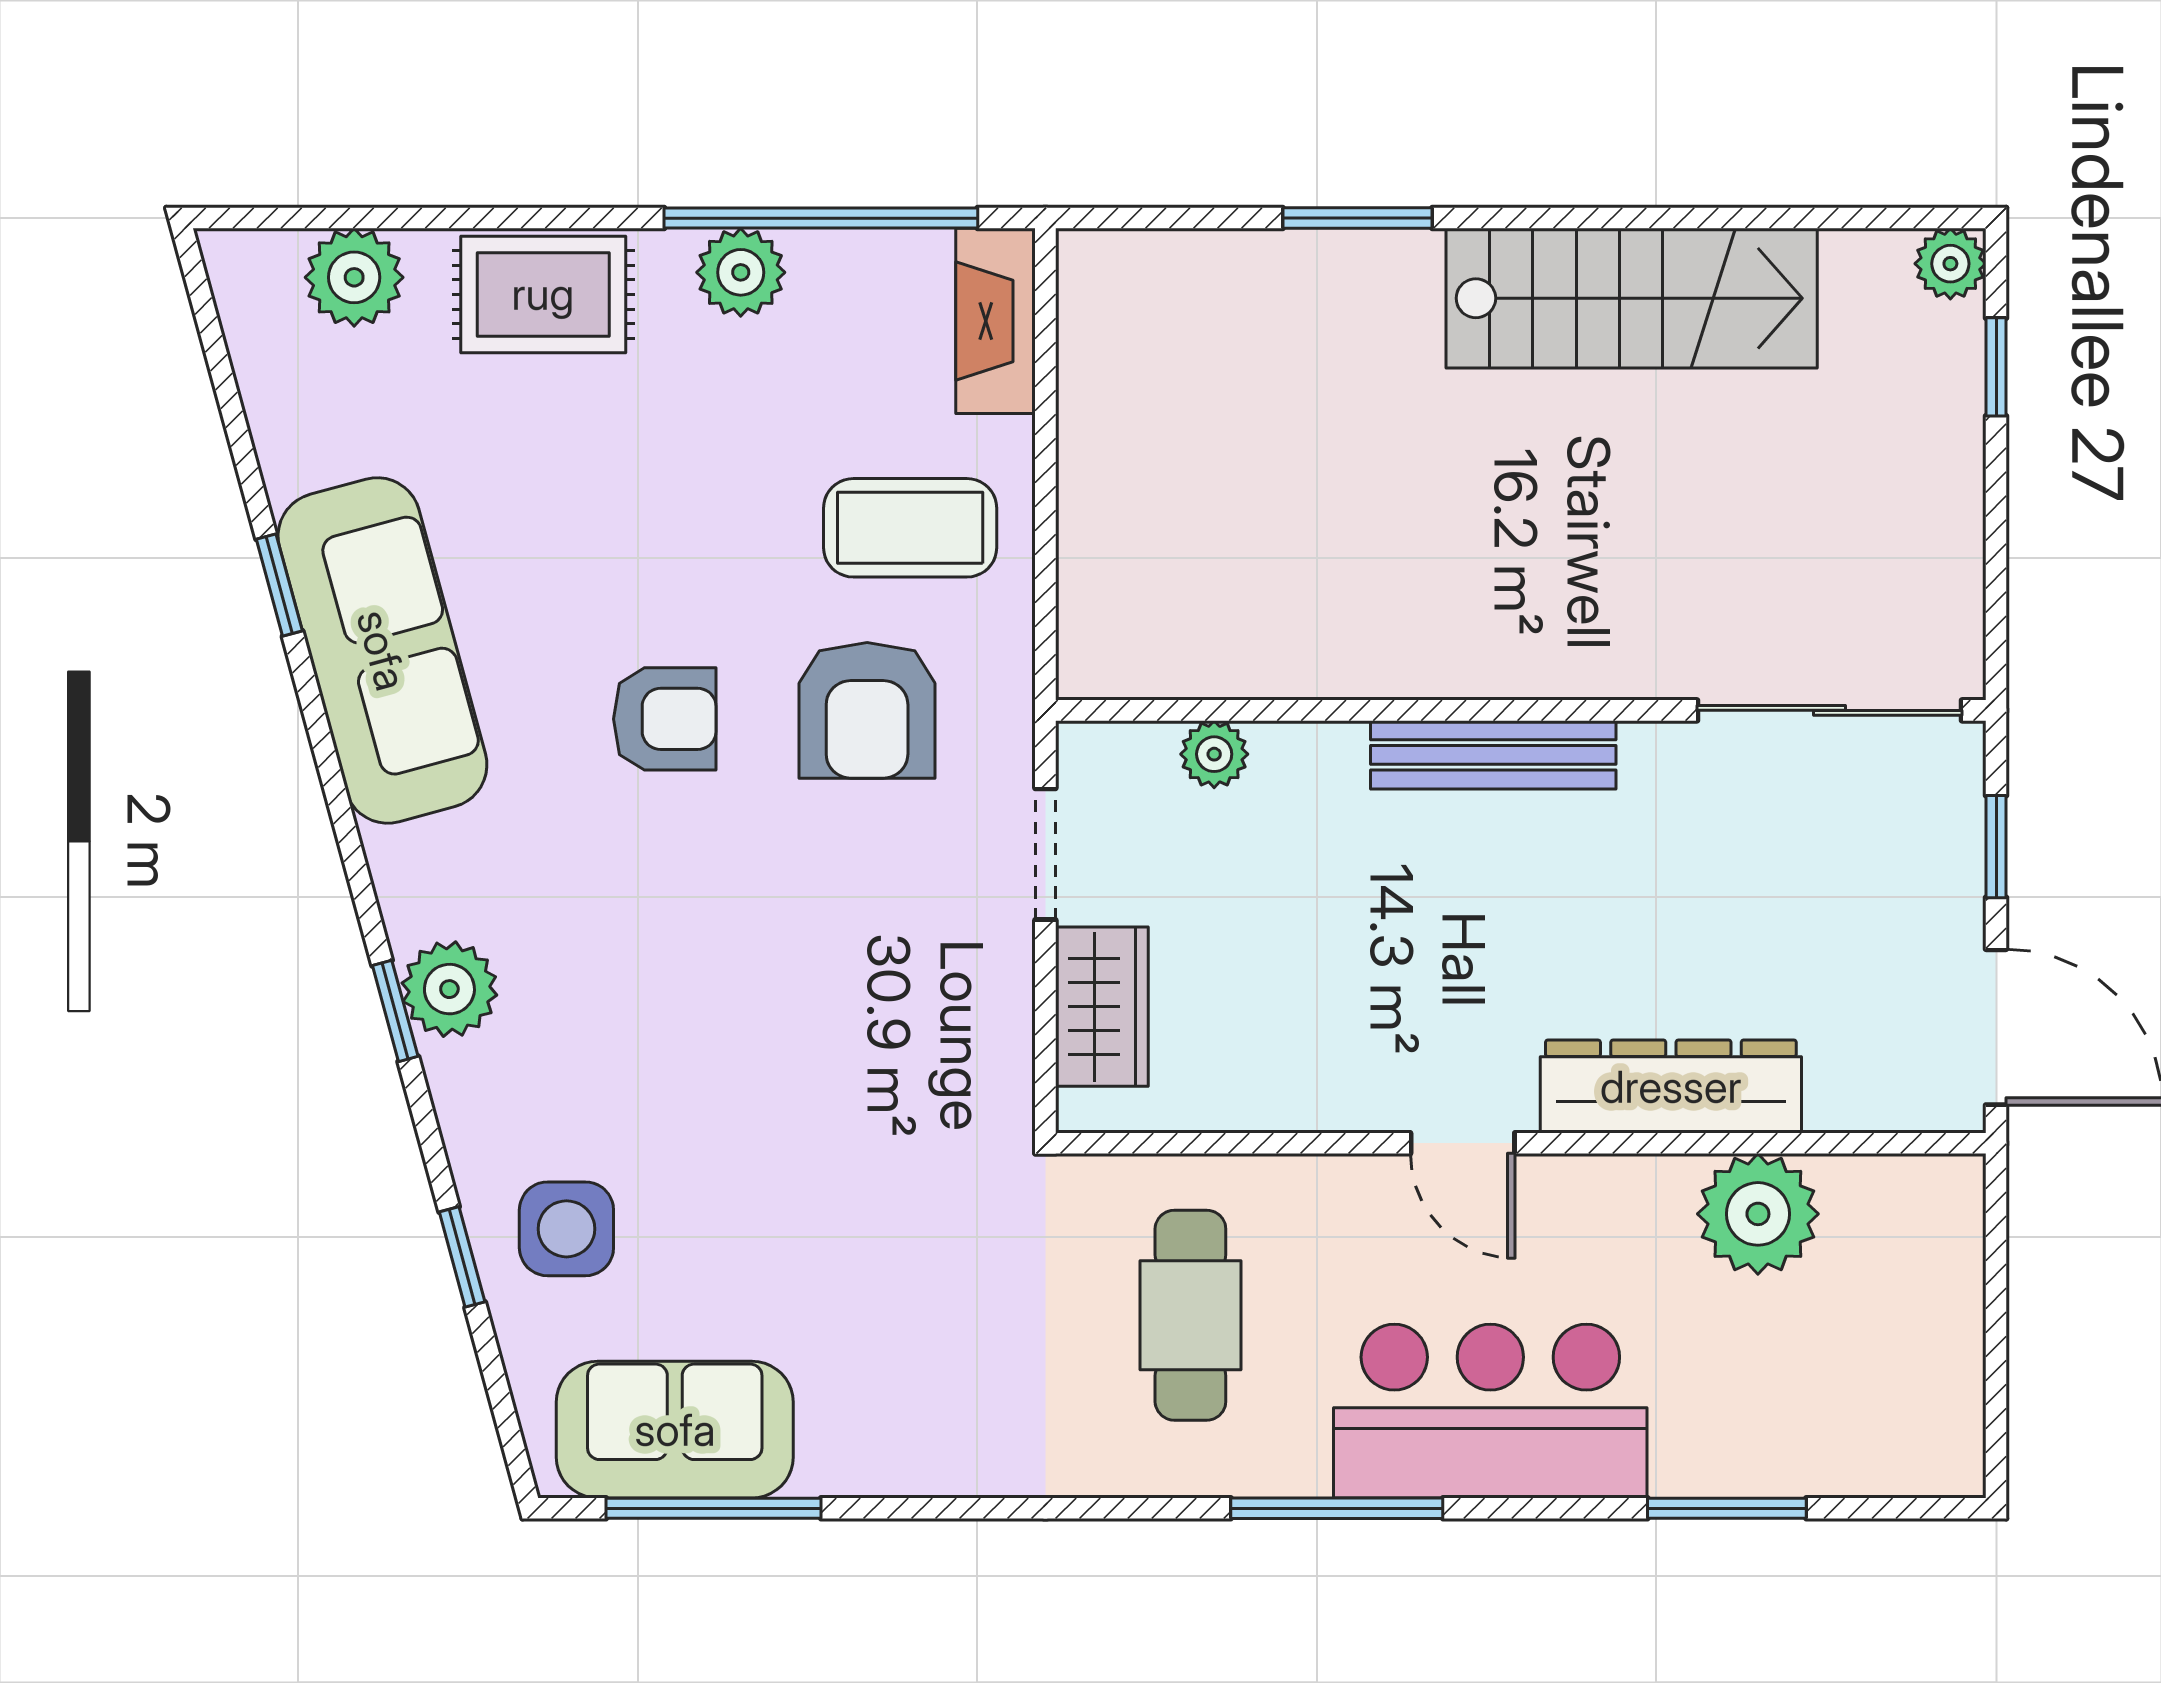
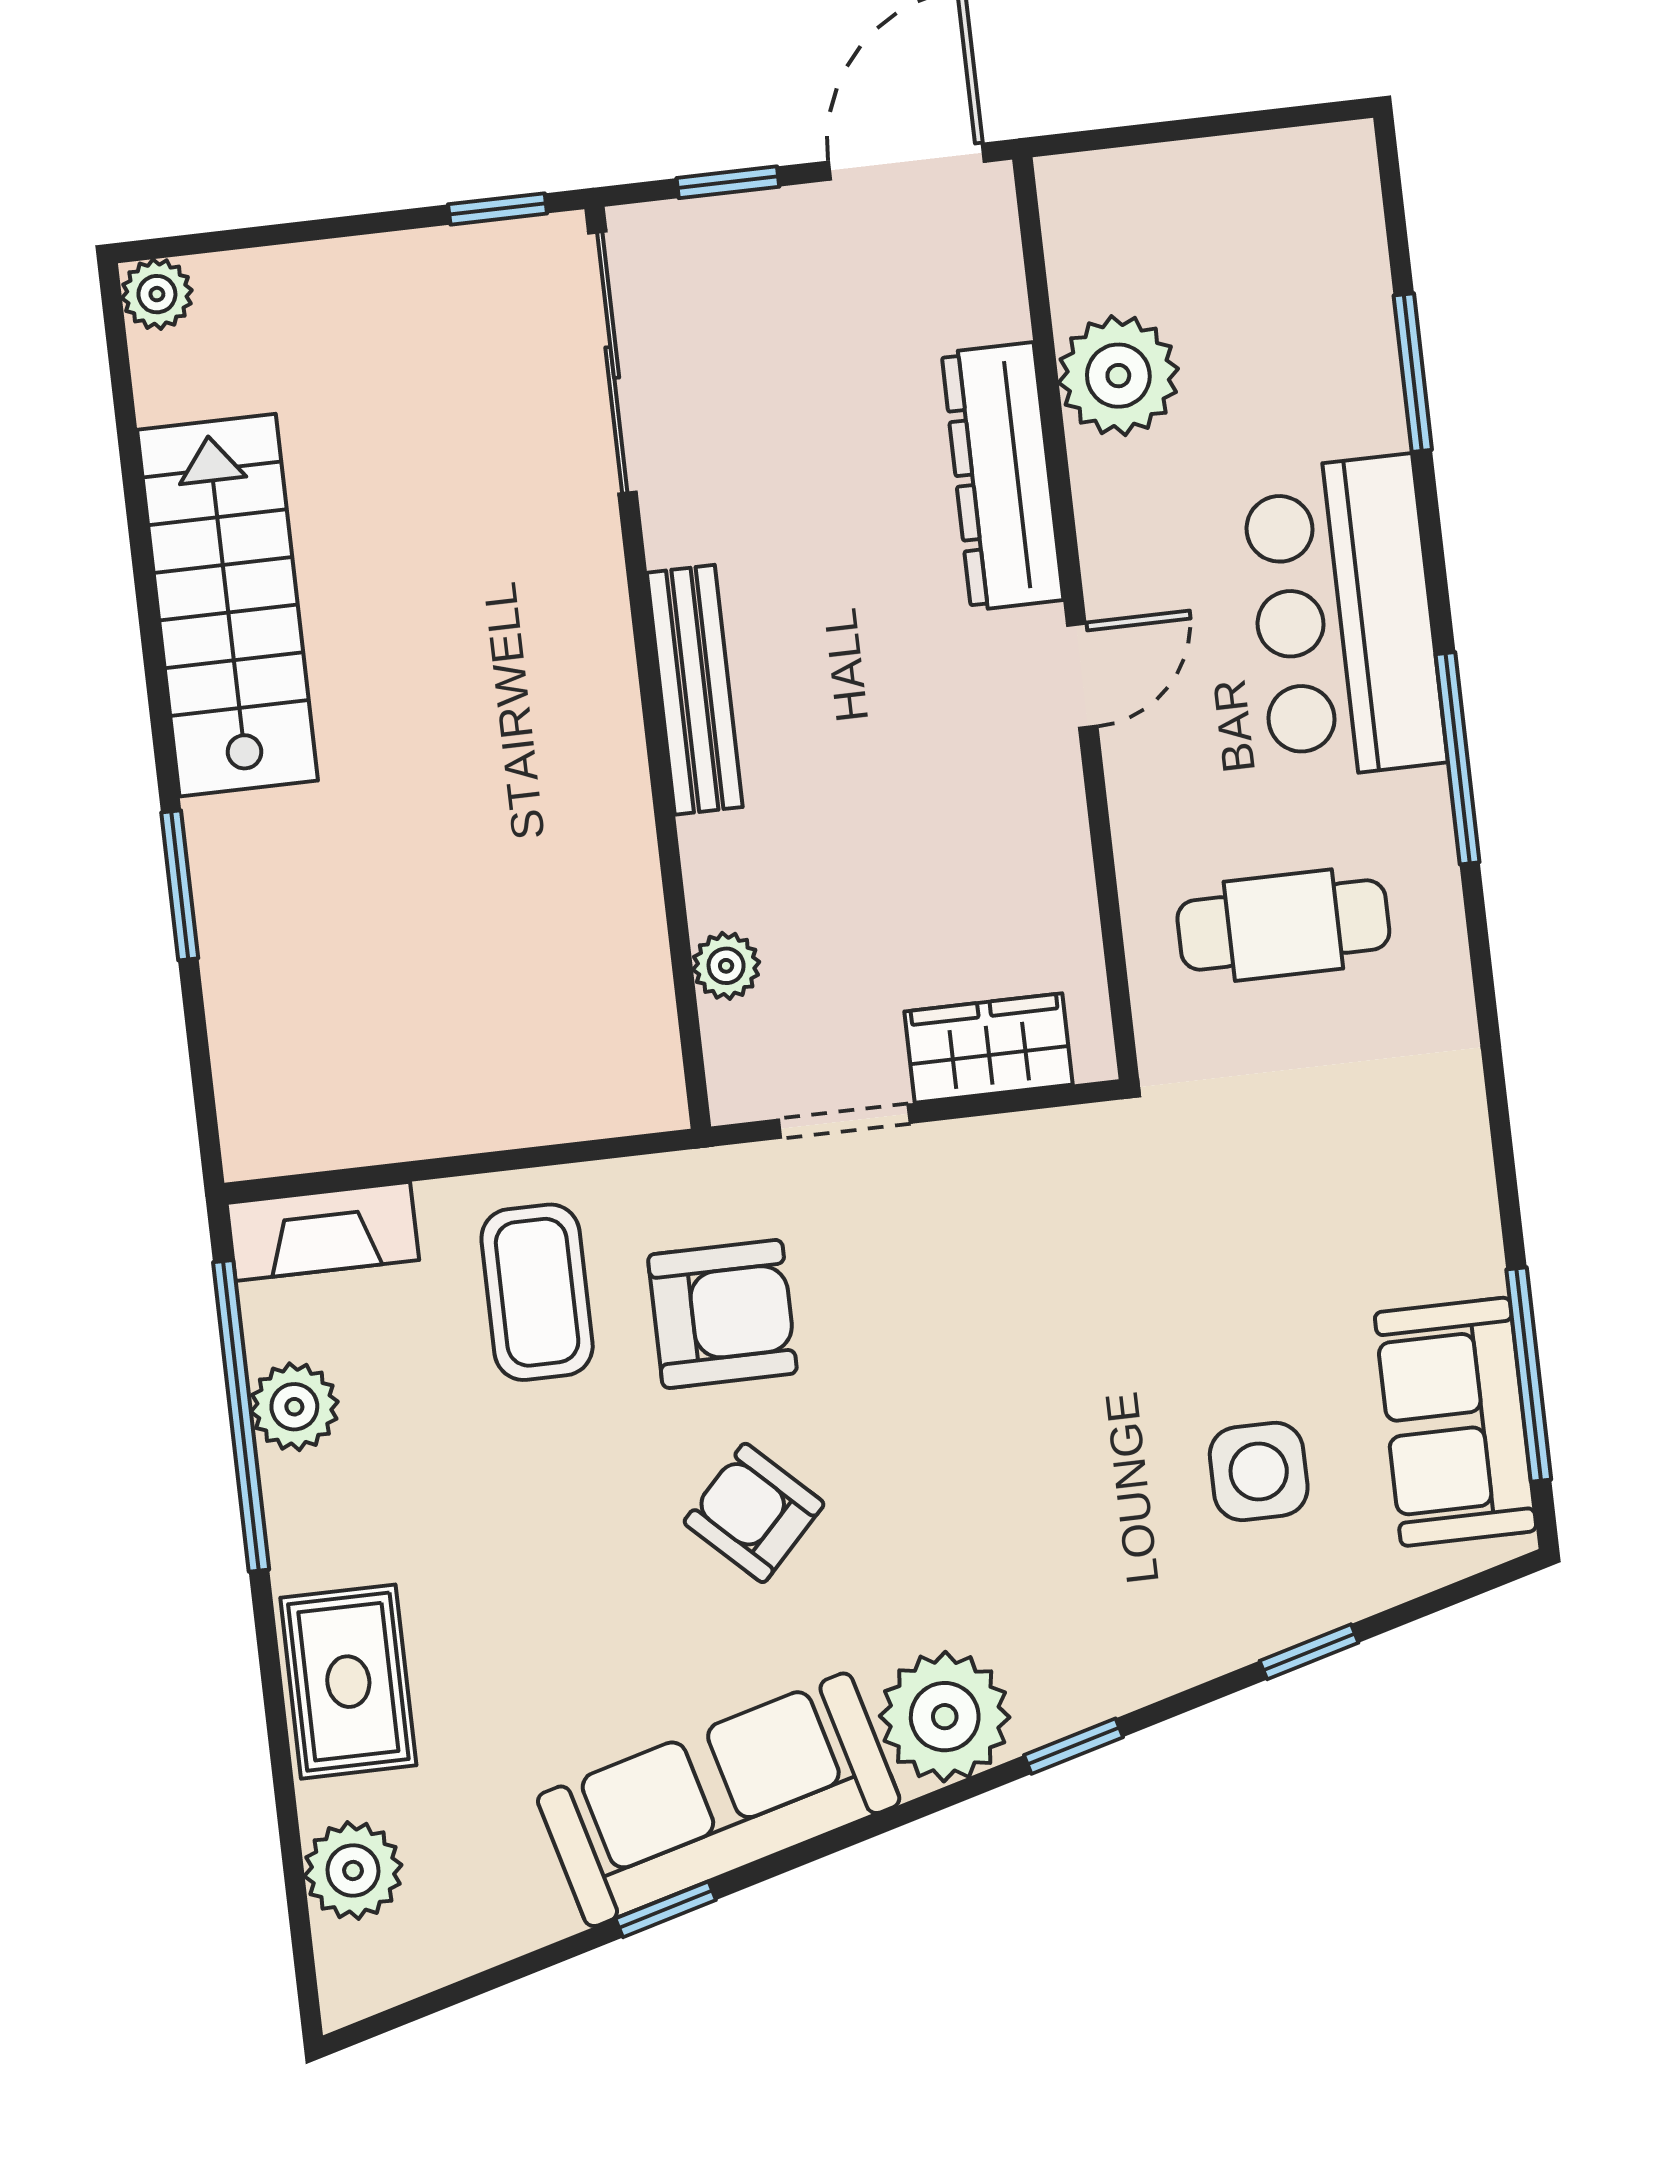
plant: (741, 272) -> (294, 1407), moved
window: (1996, 367) -> (498, 209), moved
armchair: (665, 719) -> (754, 1513), turned -46
plant: (449, 989) -> (945, 1717), moved, width x1.36, depth x1.36
side table: (566, 1229) -> (1259, 1471), moved

